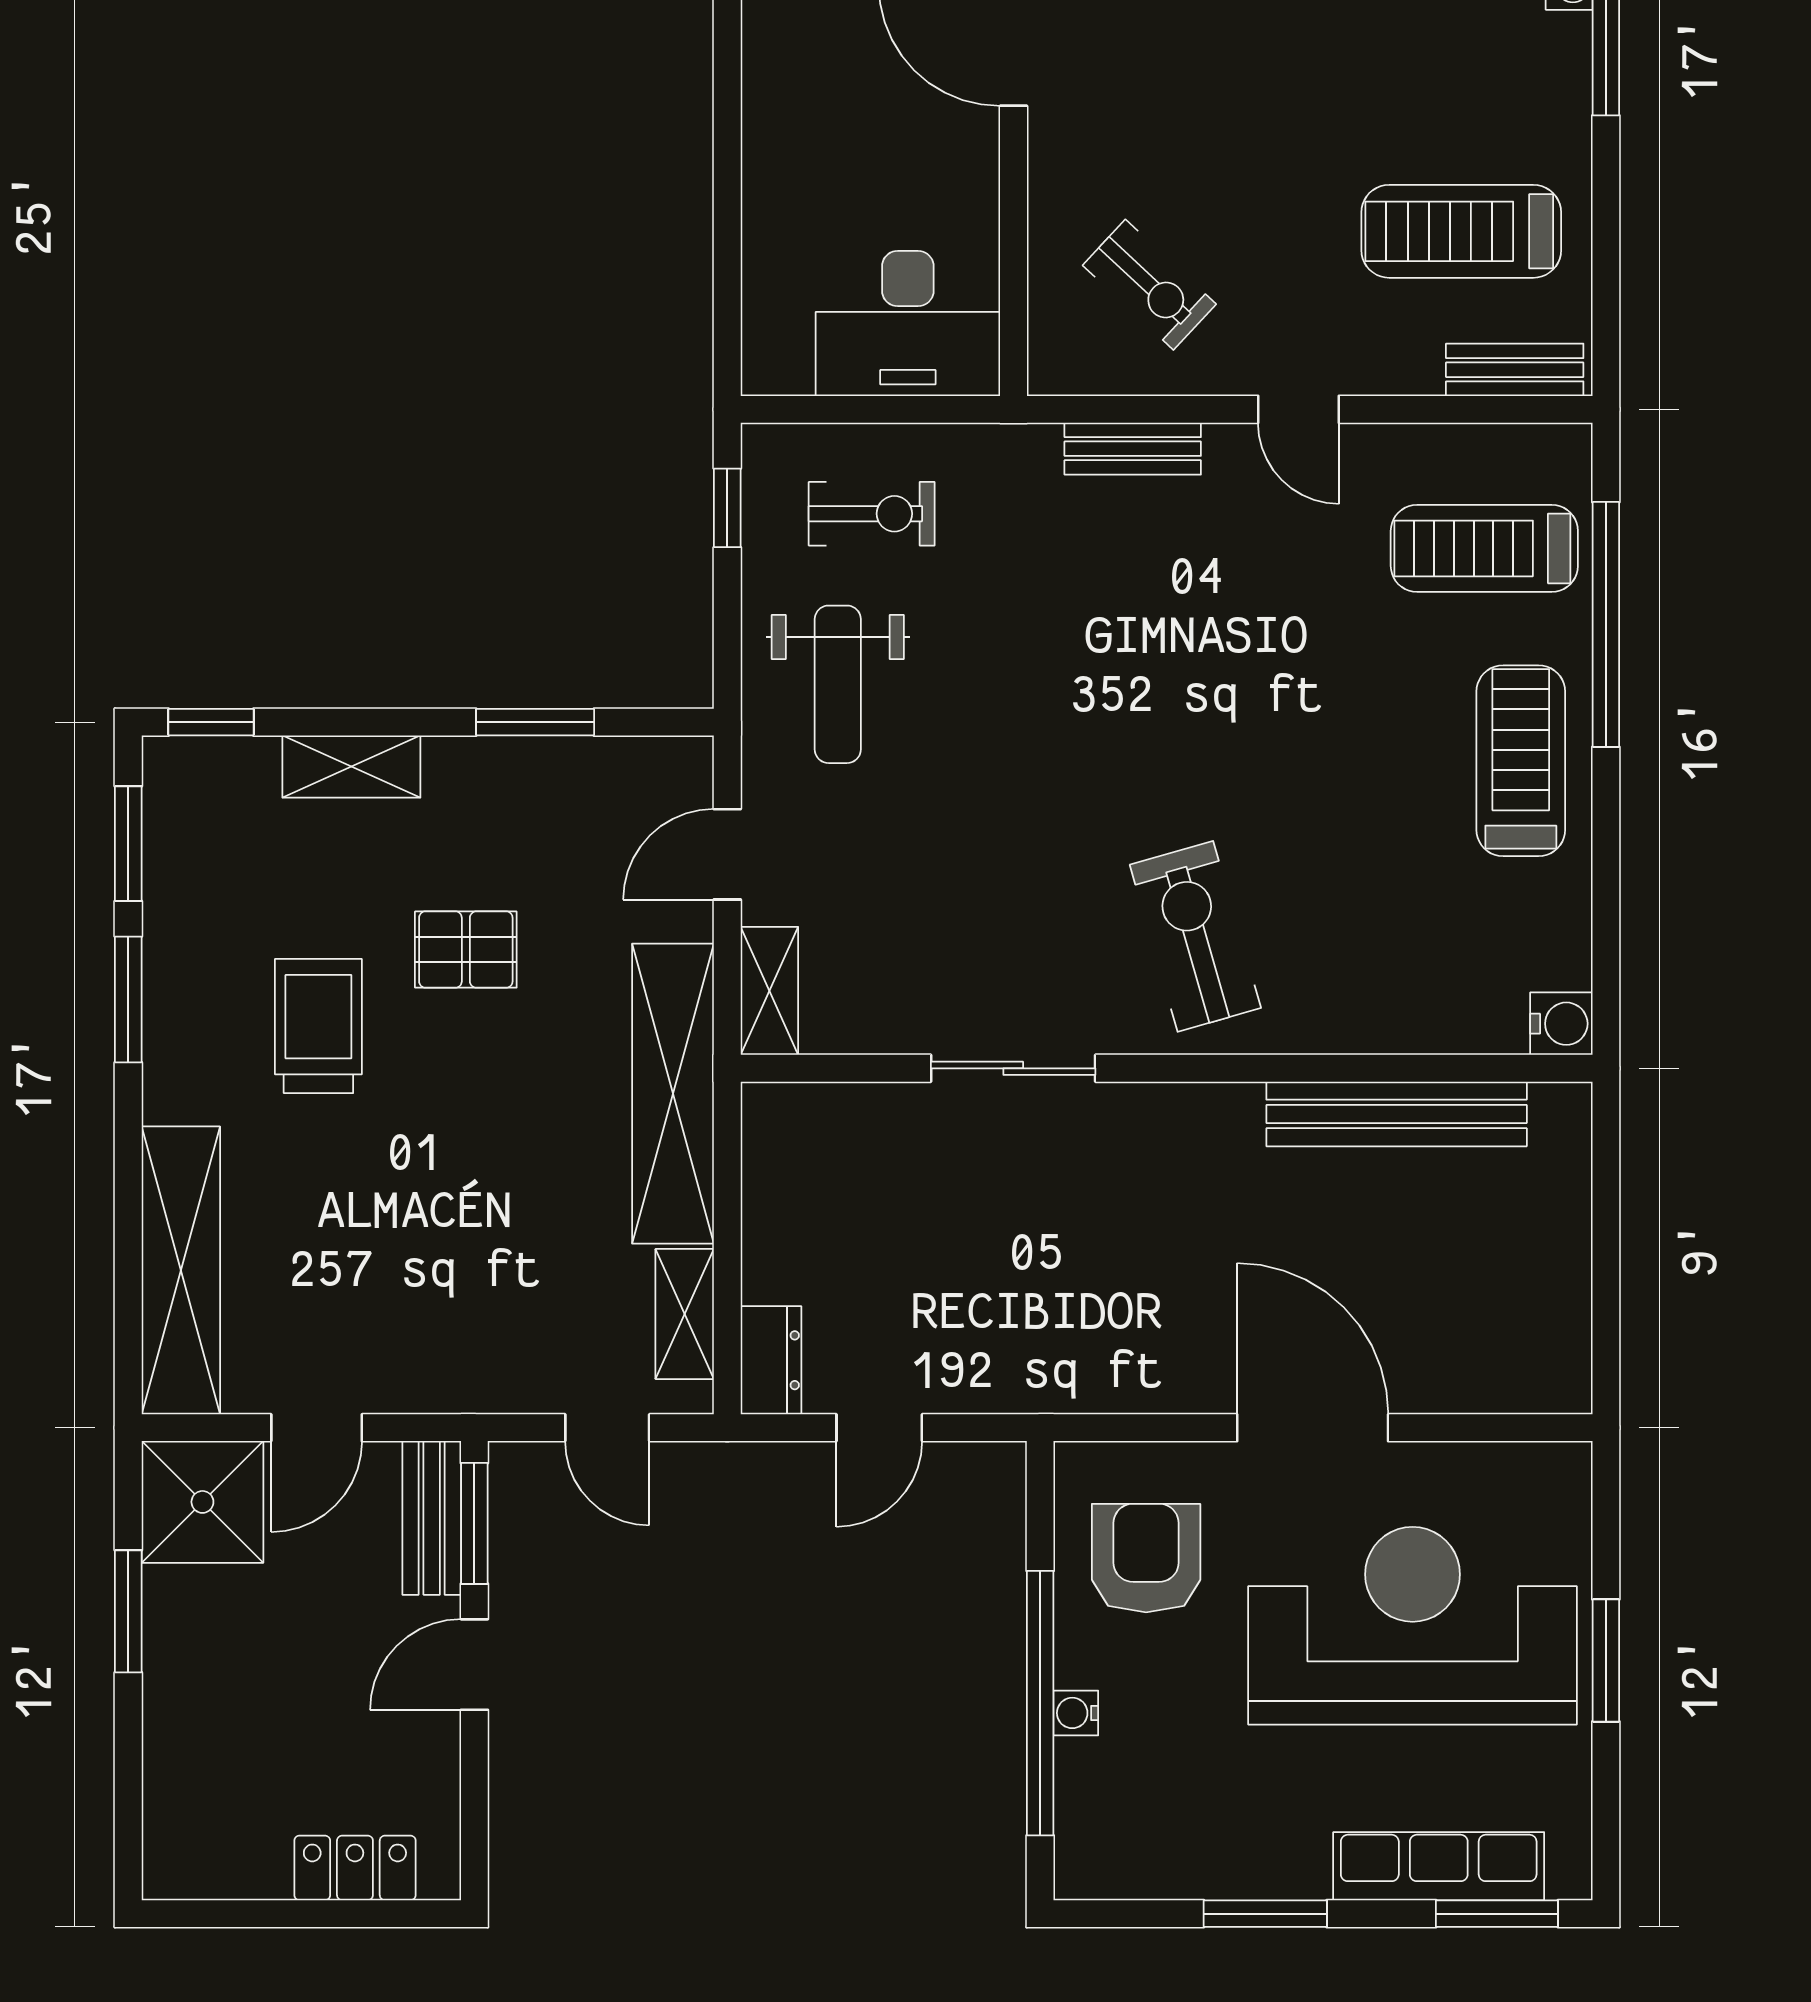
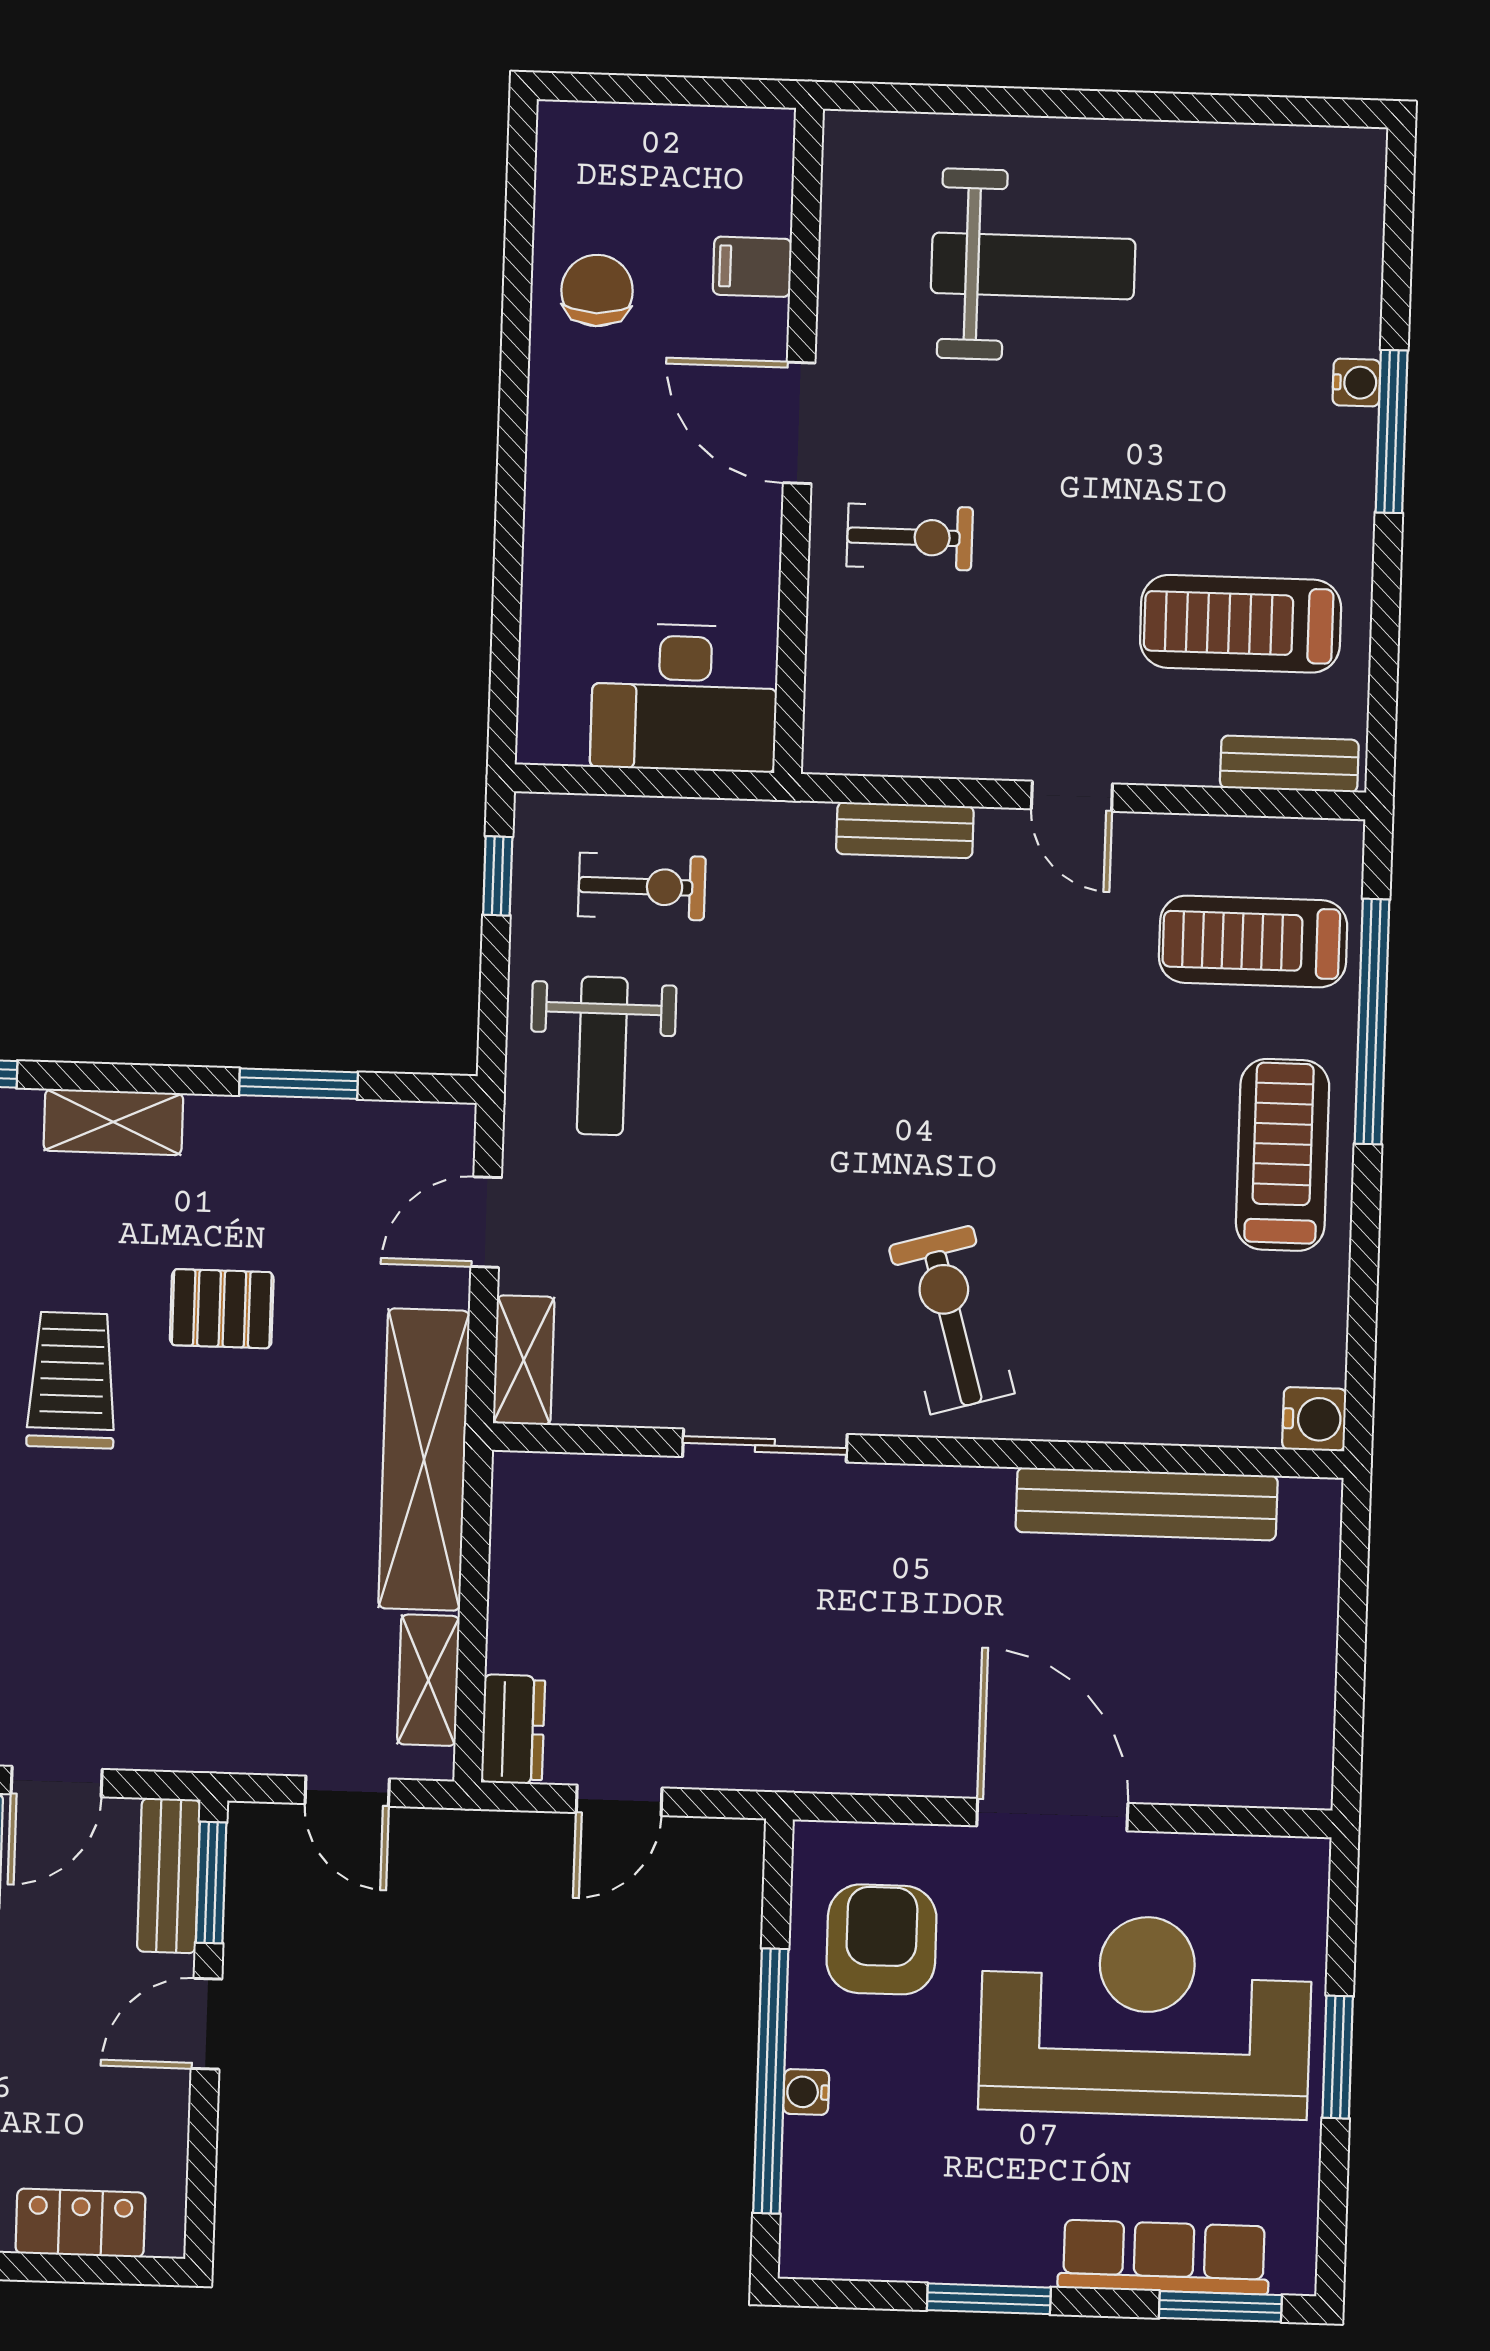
exercise bike: (1149, 285) -> (910, 537), moved, turned -43

